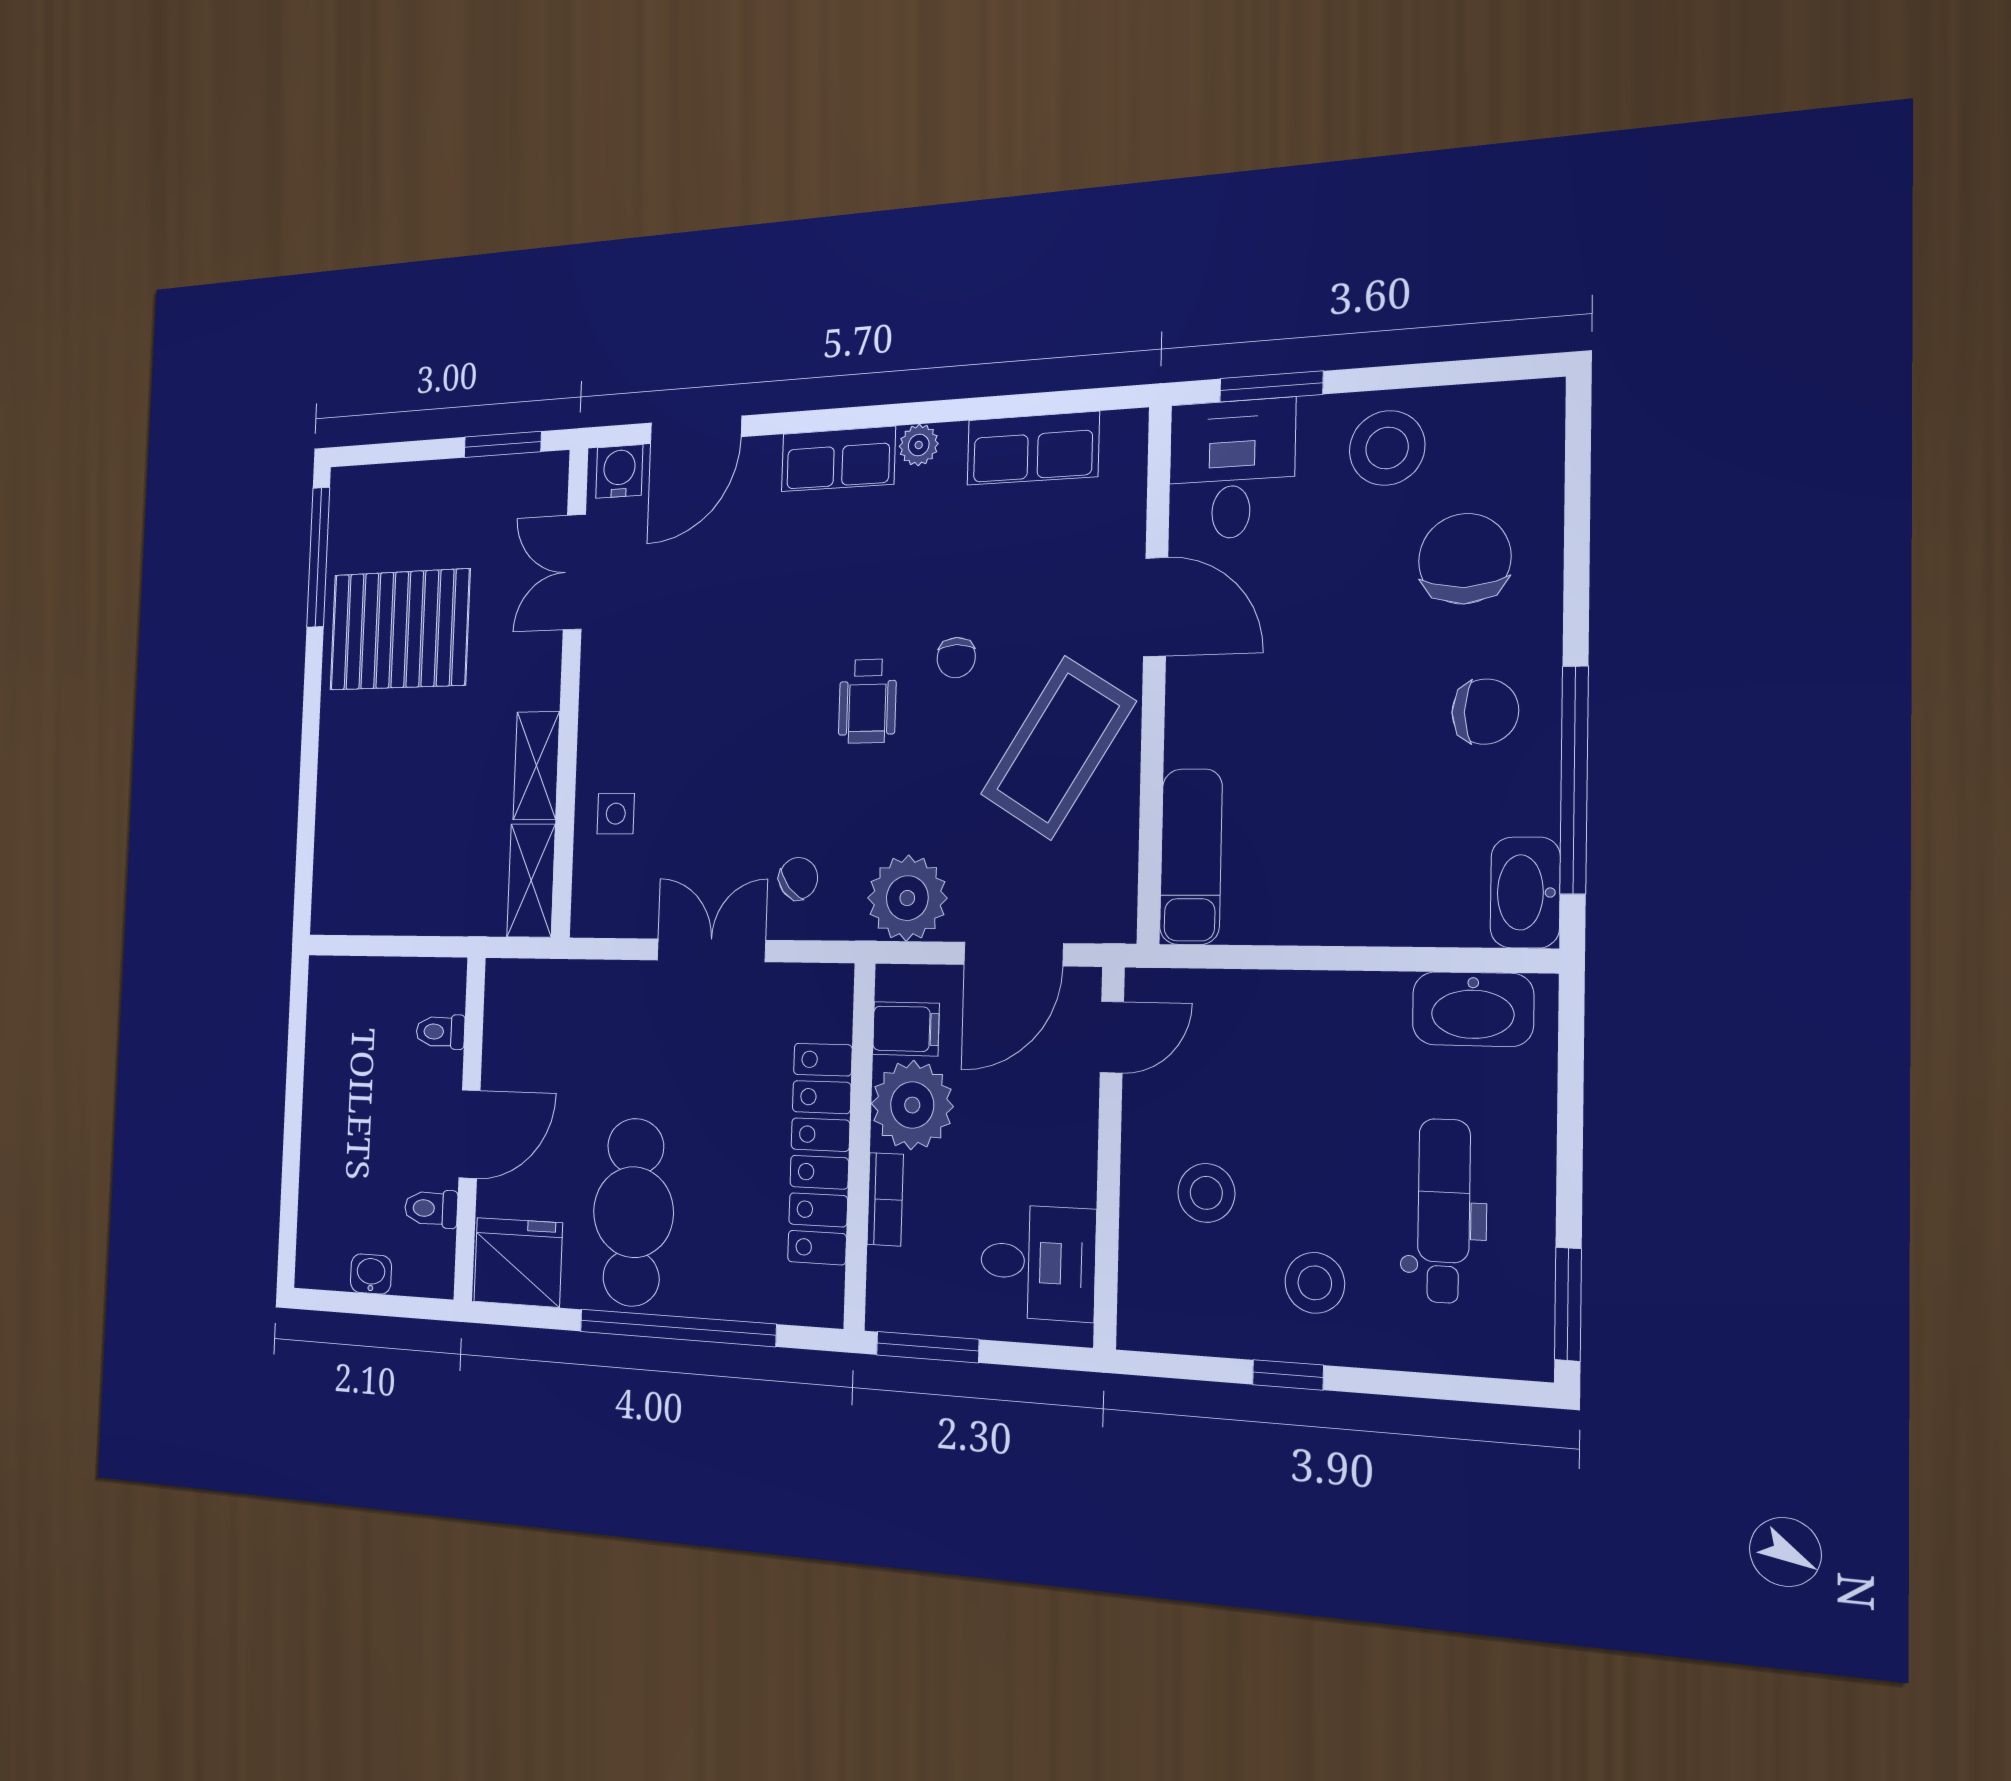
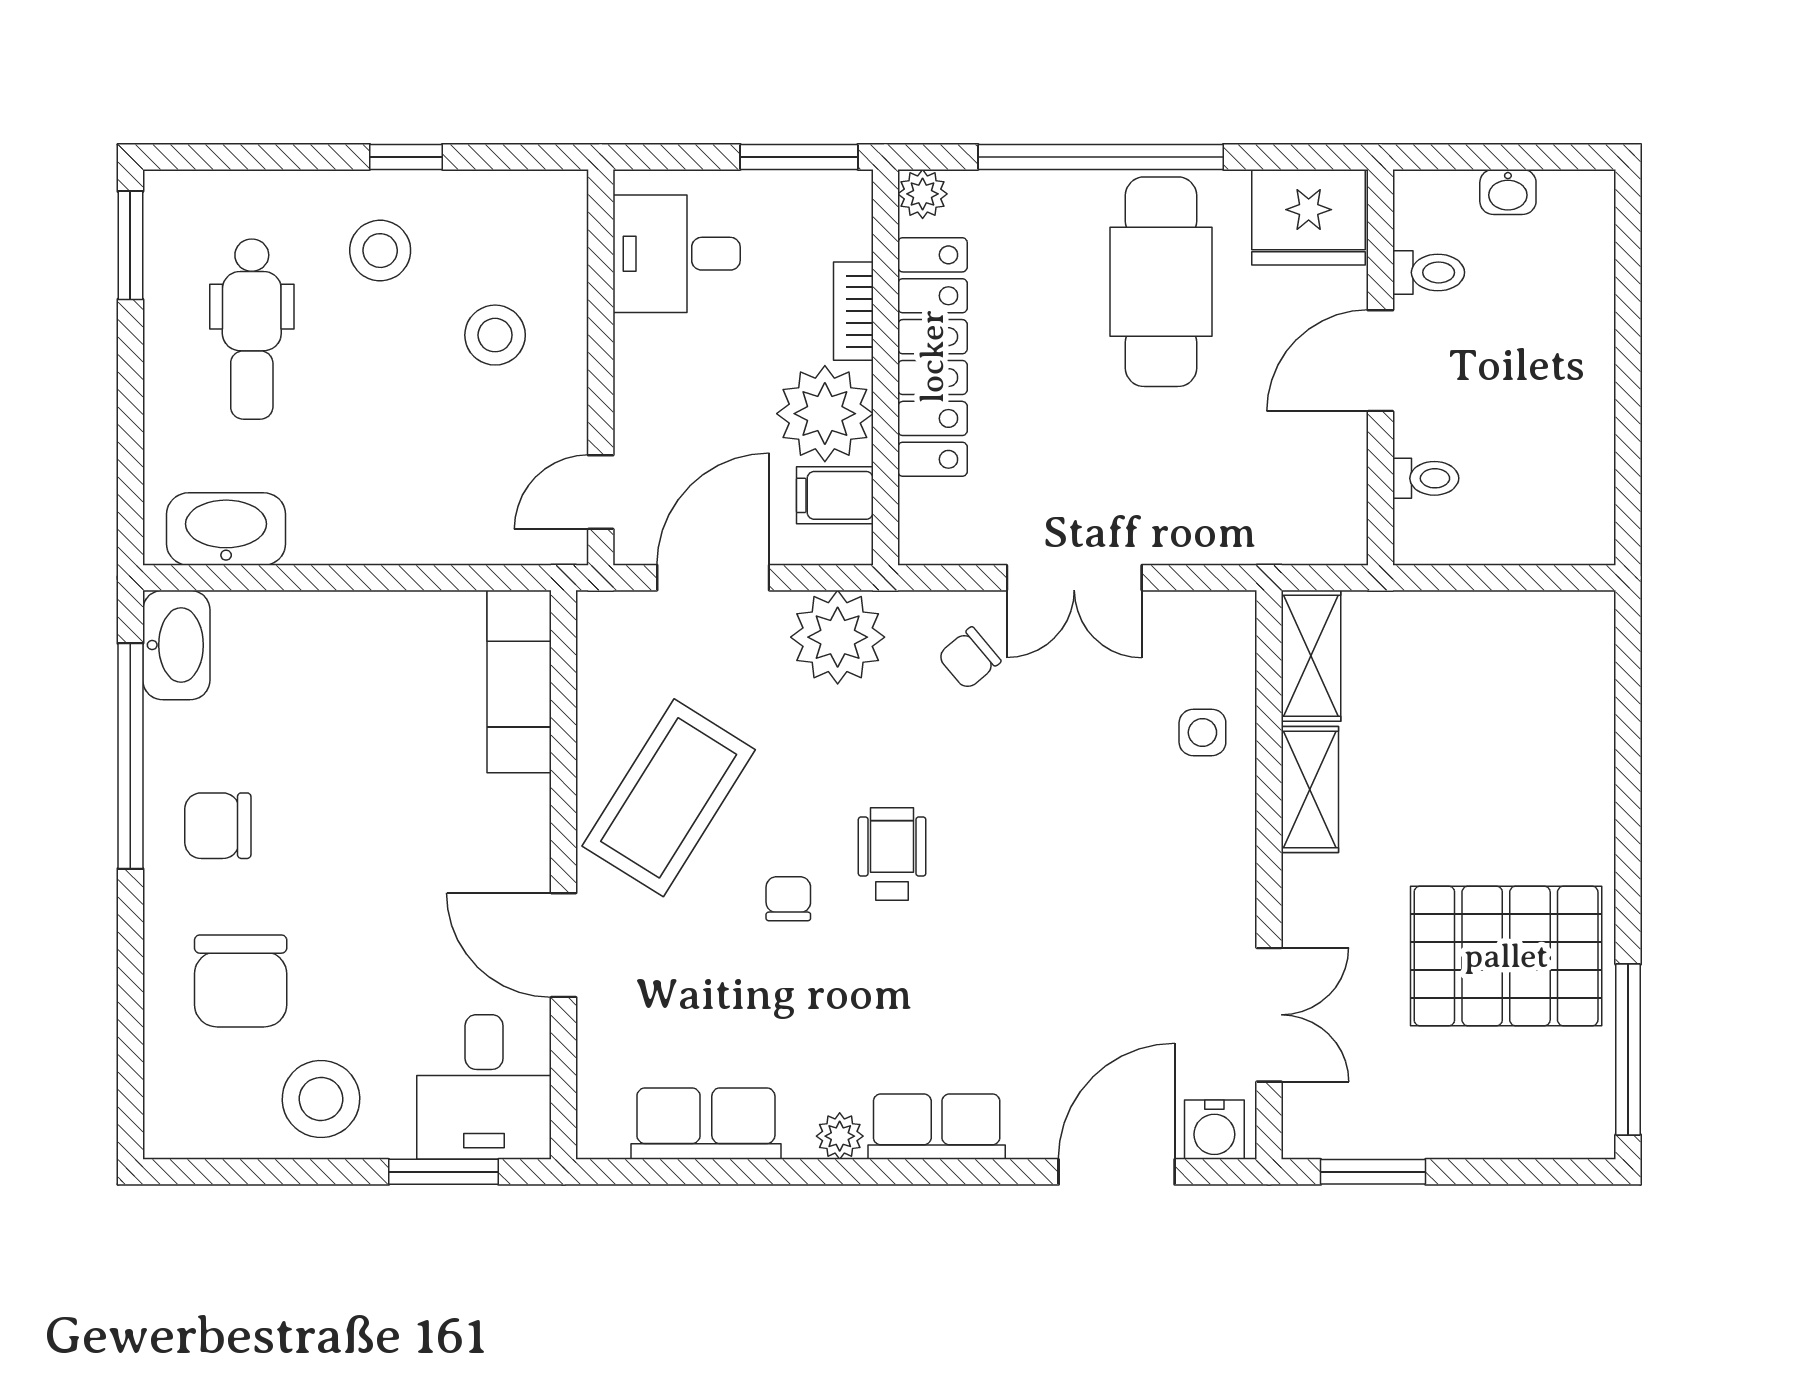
plant: (824, 1305) -> (923, 194), added

